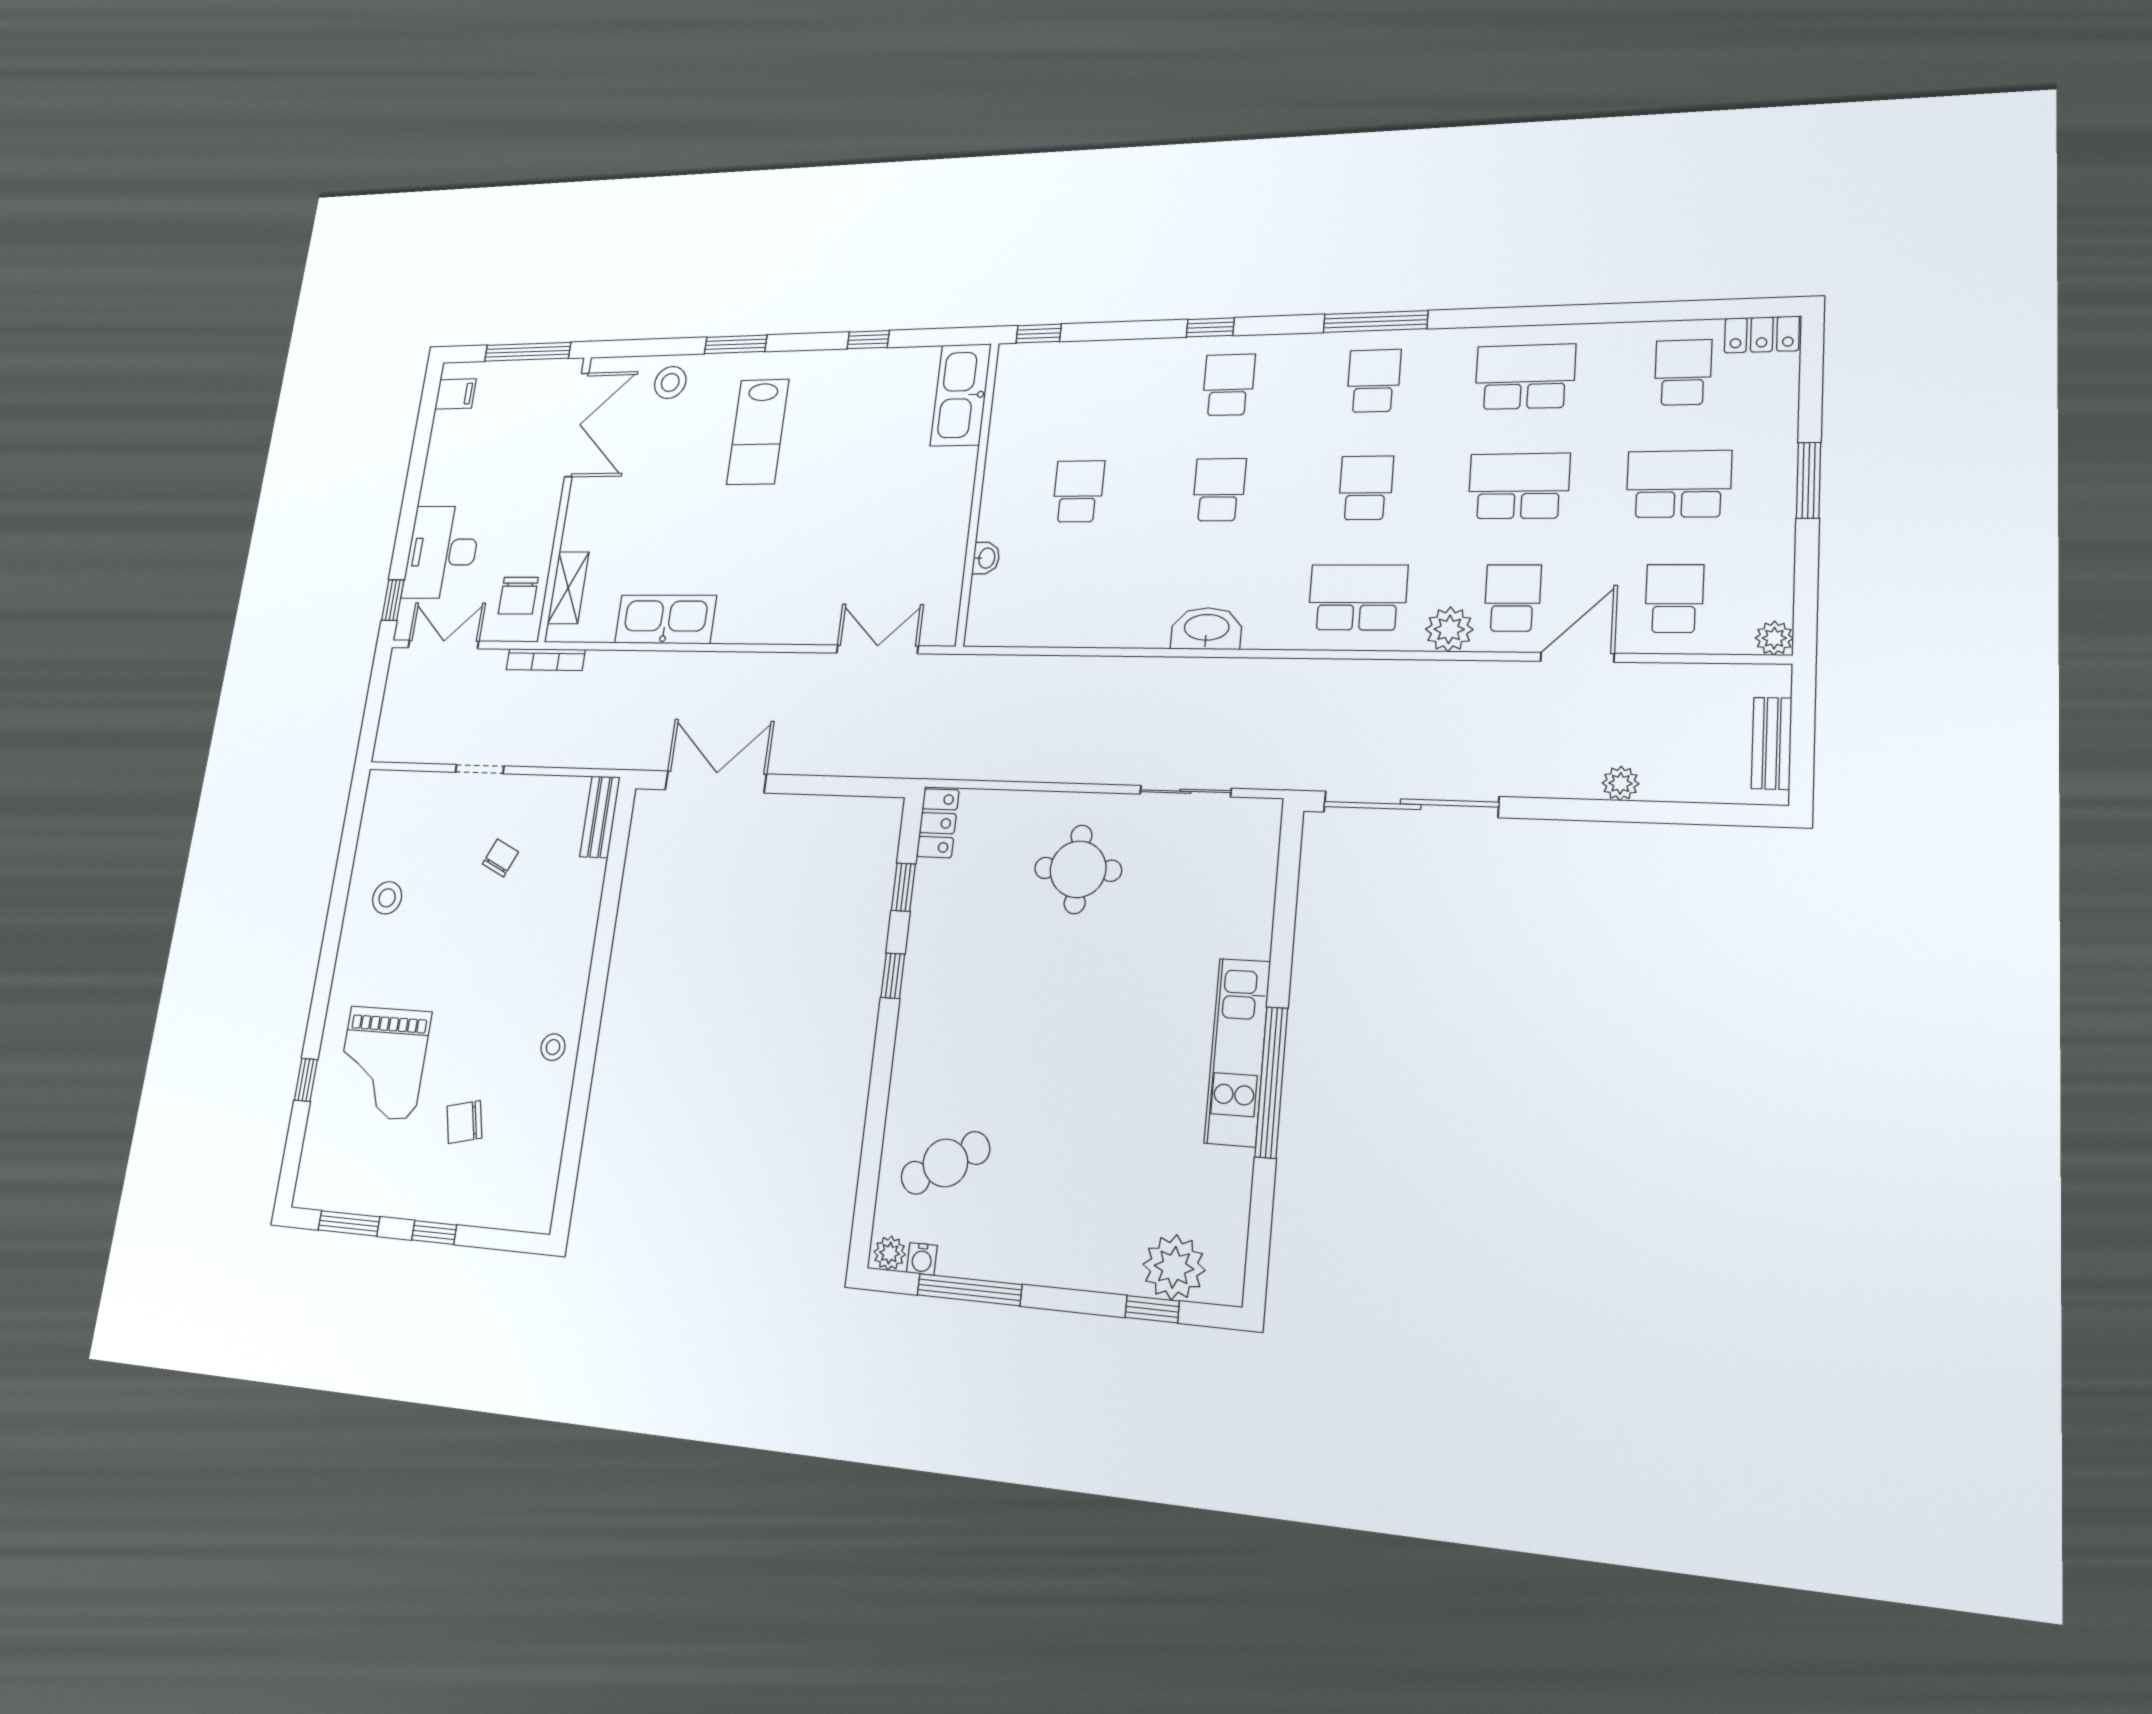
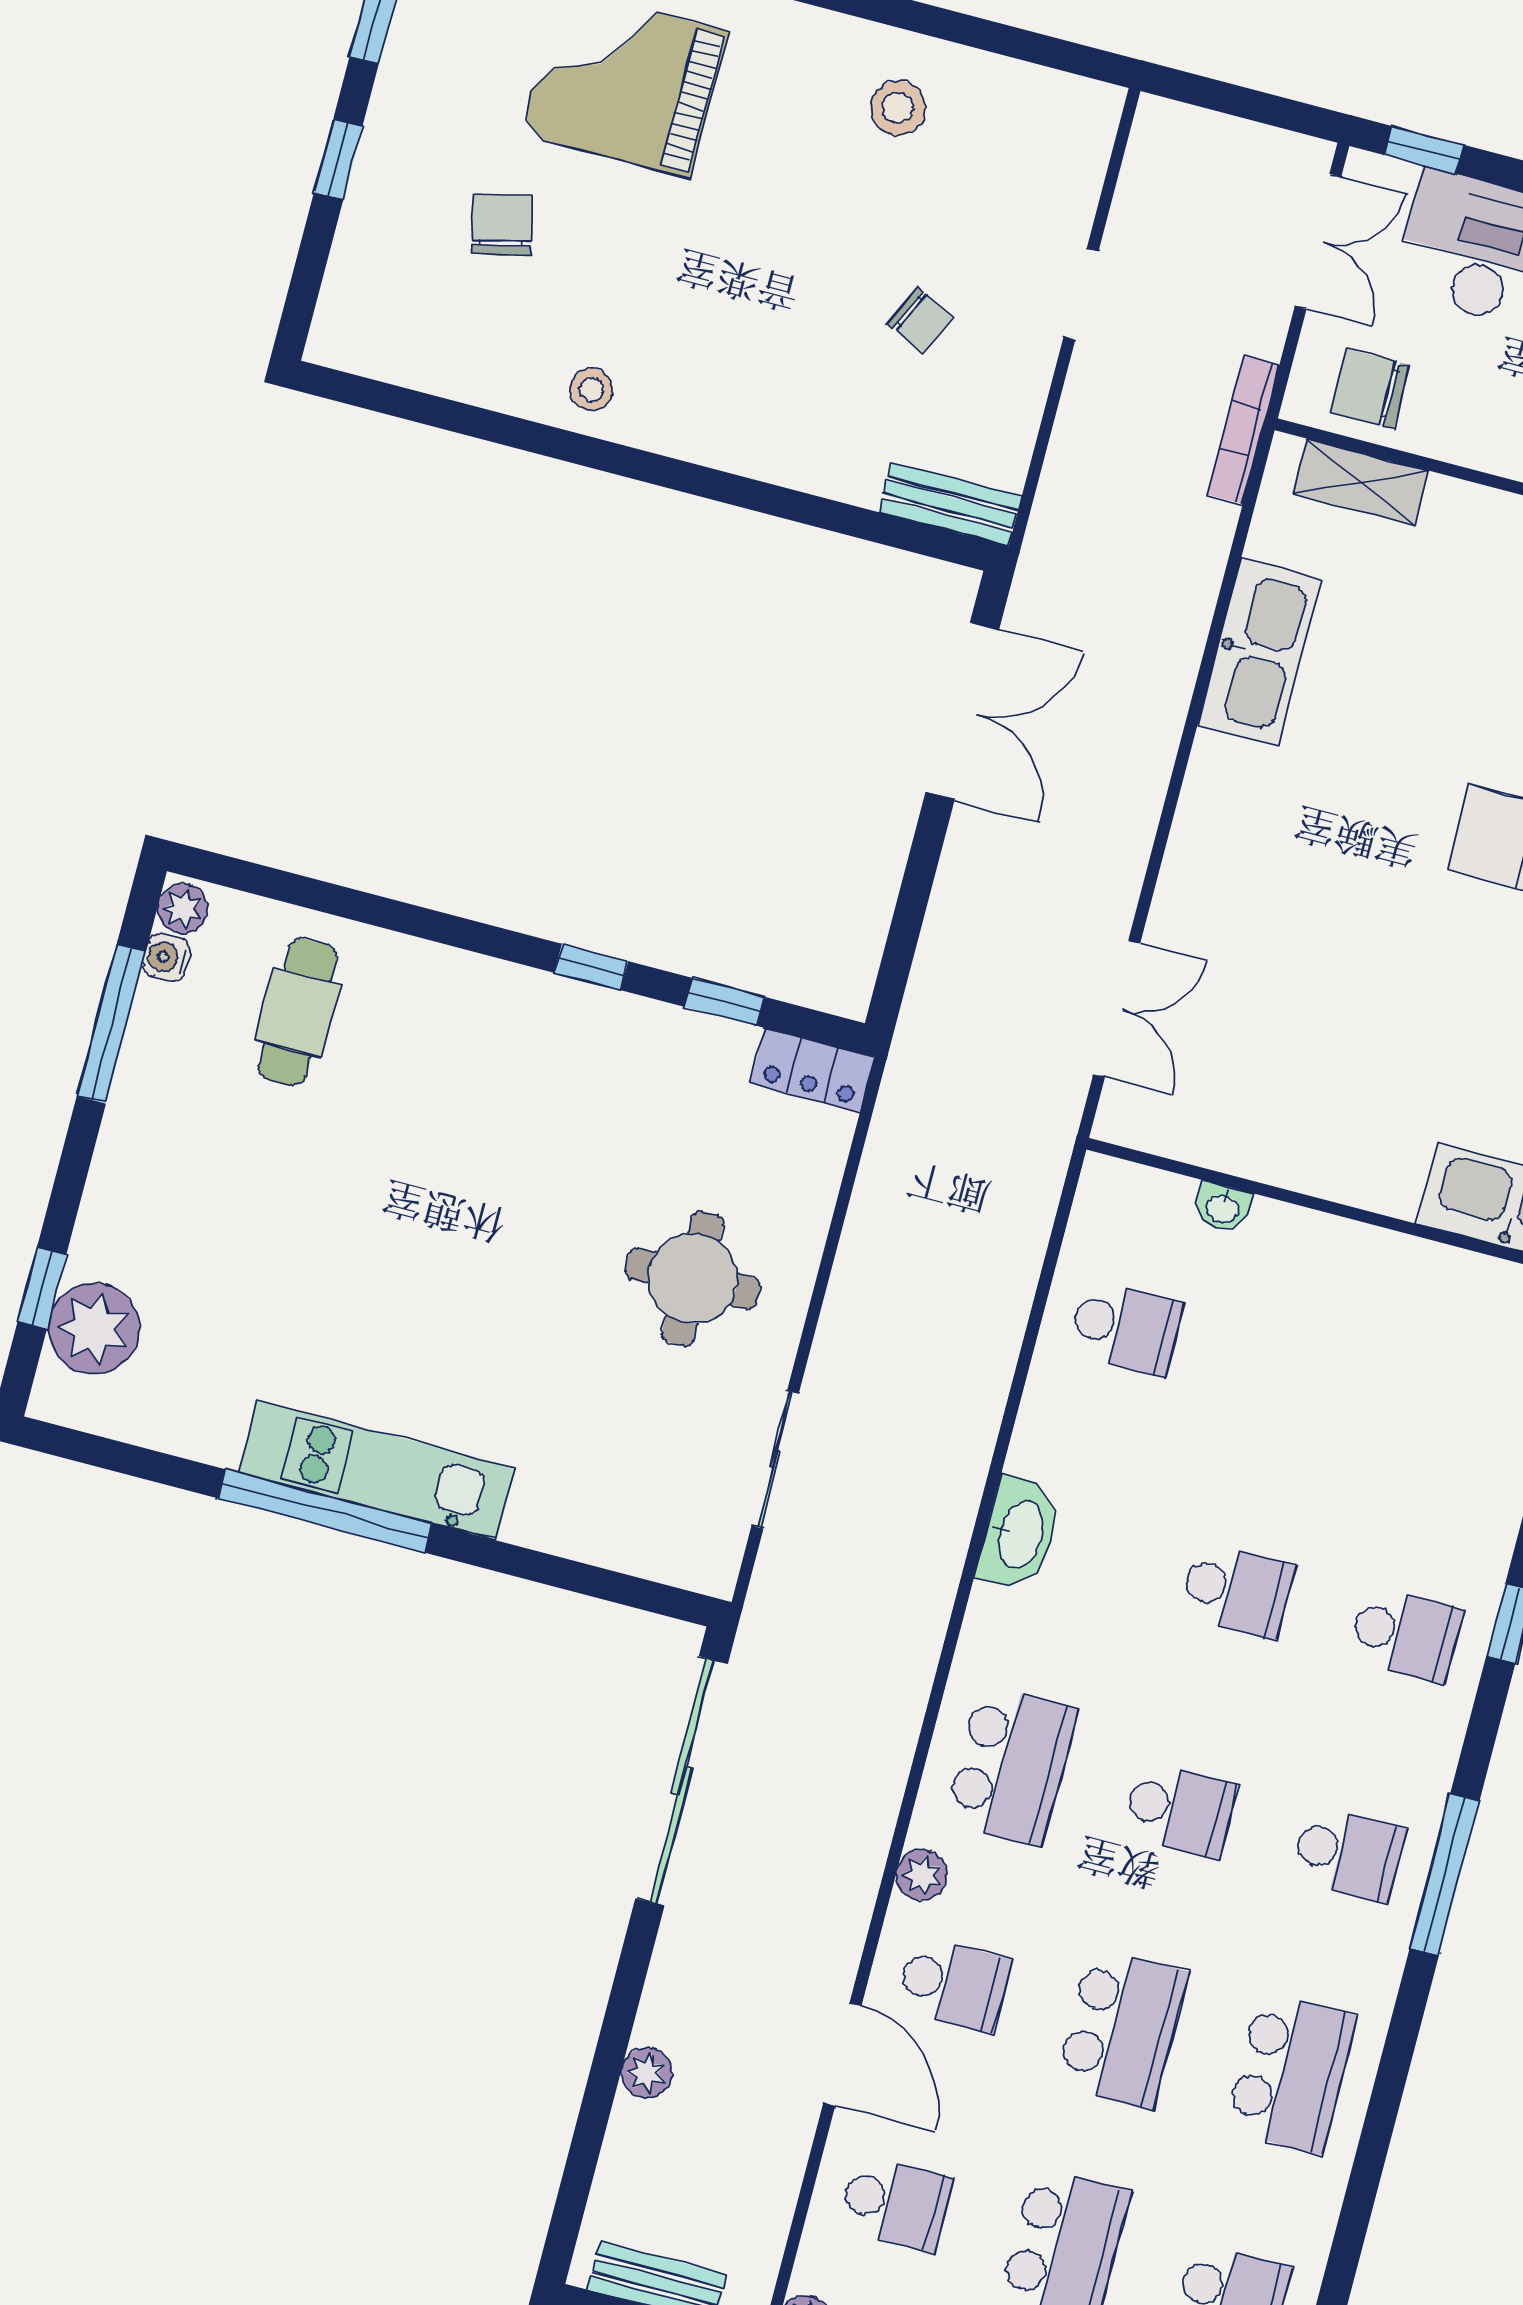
school desk: (1078, 491) -> (1126, 1327), moved
plant: (1449, 629) -> (922, 1875), width x0.73, depth x0.73
cafe table: (945, 1163) -> (298, 1012), turned 30

